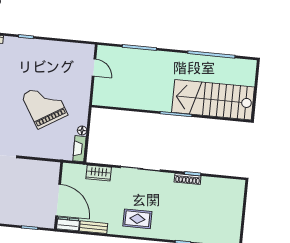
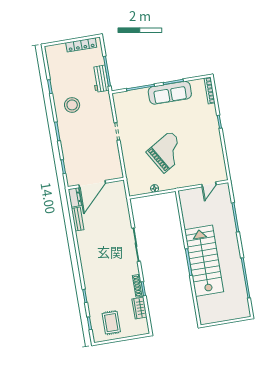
stairs: (213, 100) -> (204, 261), moved
fireplace: (79, 149) -> (139, 190), removed
wardrobe: (99, 173) -> (139, 308), moved
rug: (137, 219) -> (111, 323), moved

